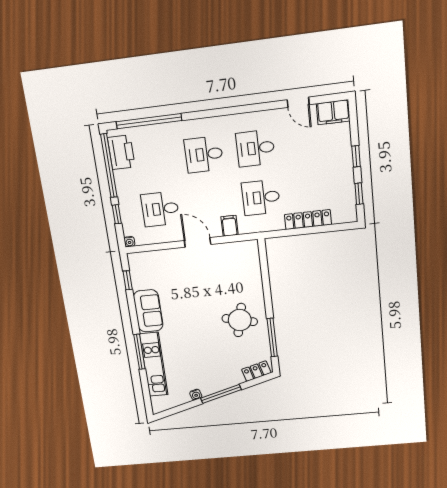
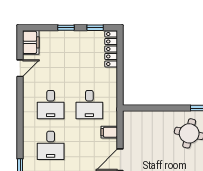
locker: (308, 220) -> (111, 49), moved

